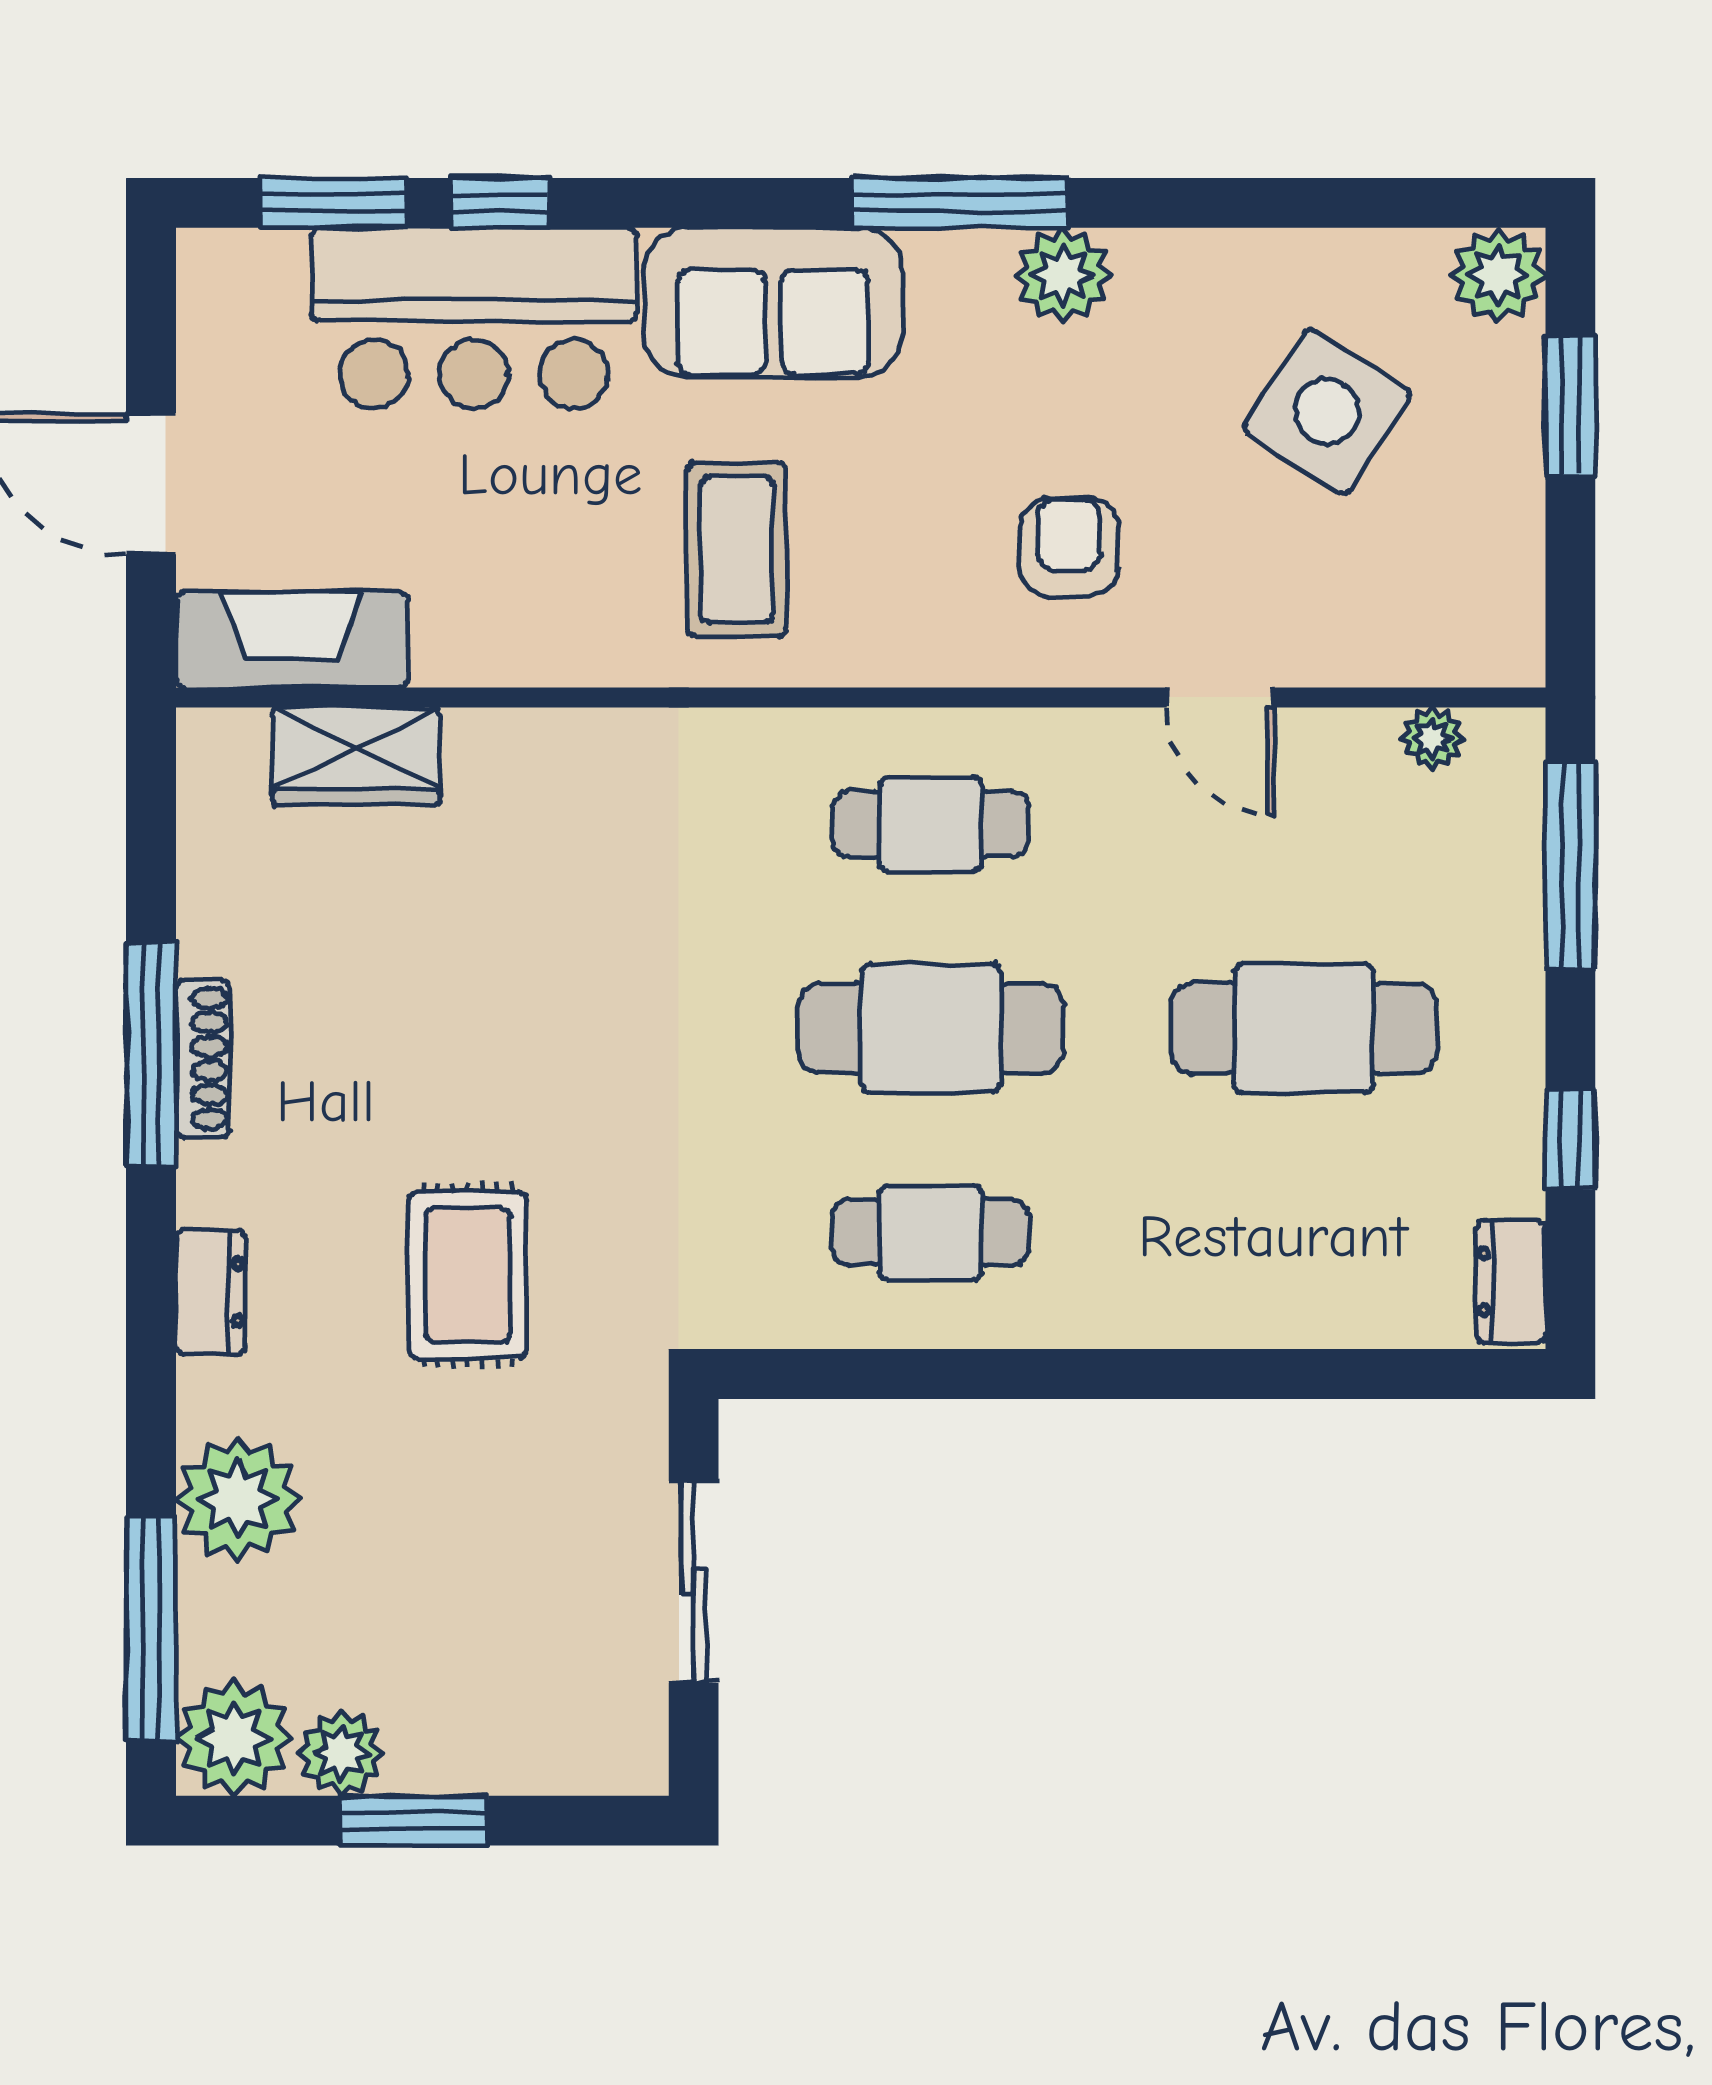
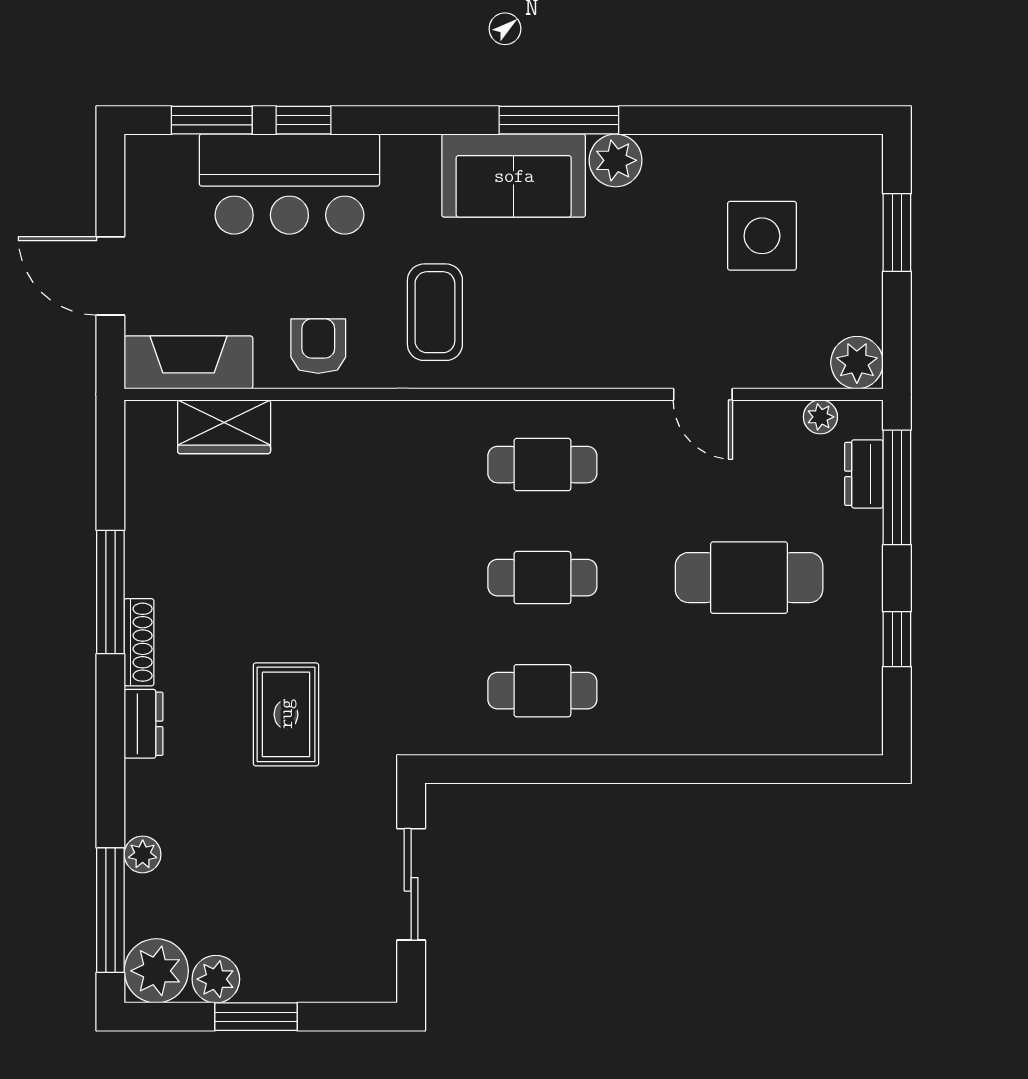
plant: (1498, 275) -> (857, 363), moved
sofa: (773, 303) -> (514, 176), moved
side table: (1327, 411) -> (762, 236), turned -33
armchair: (1069, 547) -> (318, 346), moved
cafe table: (931, 1028) -> (542, 578), width x0.73, depth x0.74
shoe rack: (203, 1059) -> (139, 642), moved
dresser: (1511, 1282) -> (864, 474), moved
plant: (238, 1499) -> (143, 854), width x0.53, depth x0.53

